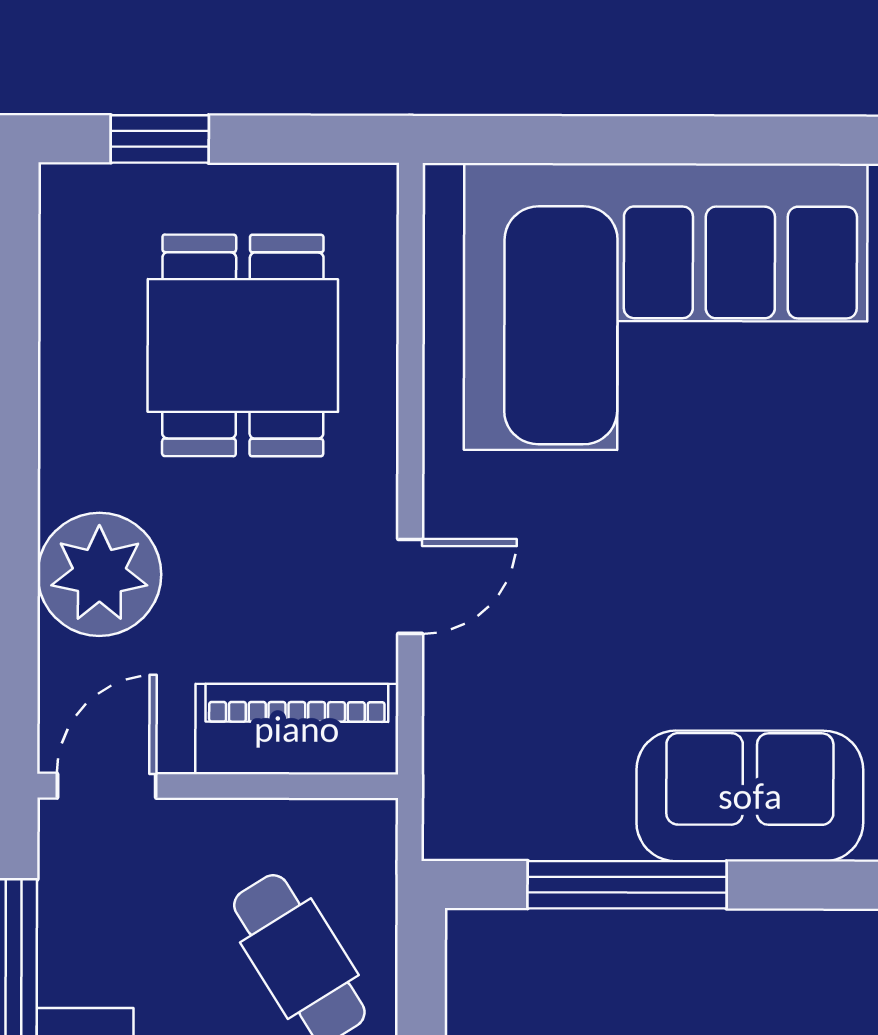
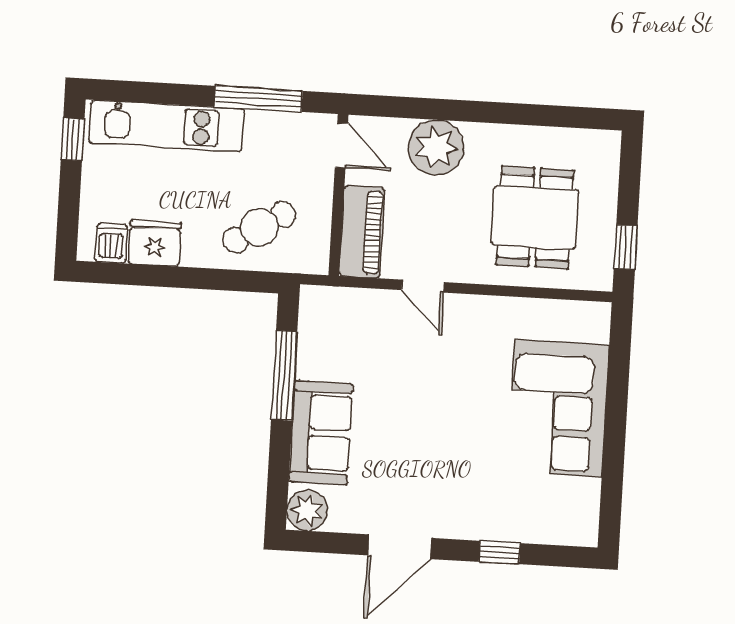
window: (160, 139) -> (626, 247), moved
corner sofa: (666, 307) -> (558, 408), width x0.73, depth x0.74
dining table: (243, 345) -> (535, 217), turned 90

